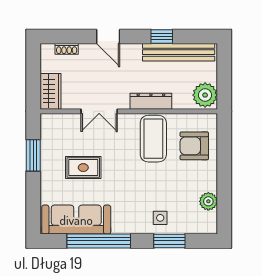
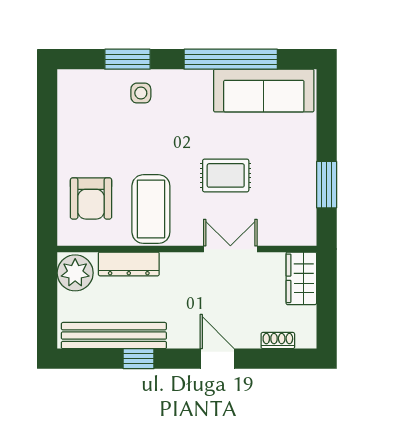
dresser: (151, 101) -> (129, 264), moved
armchair: (194, 146) -> (91, 198), turned 90
rug: (83, 168) -> (226, 175), moved
plant: (208, 201) -> (70, 117), removed

